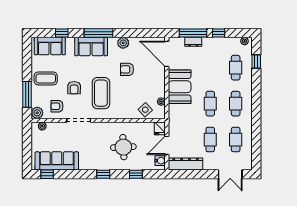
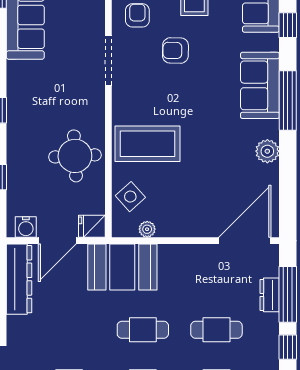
armchair: (127, 69) -> (213, 159), removed
booth: (180, 87) -> (122, 267), moved
coffee table: (101, 93) -> (147, 144), moved
cafe table: (210, 140) -> (216, 330), moved
door: (167, 145) -> (57, 241), swing flipped
round table: (123, 147) -> (75, 156), moved

